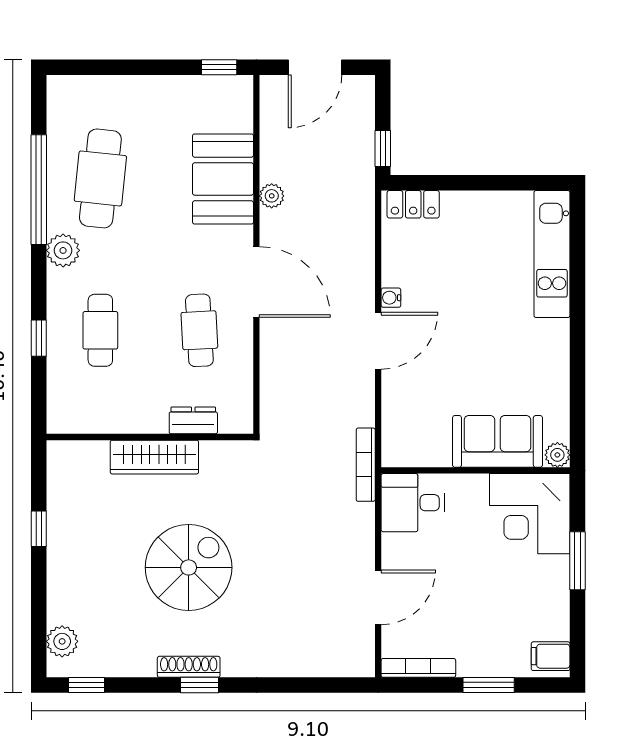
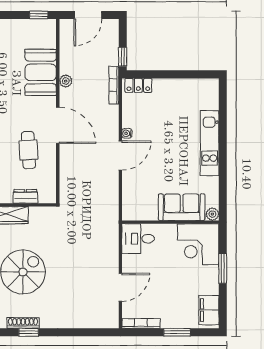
kitchen unit: (552, 254) -> (210, 143), moved
bookcase: (366, 465) -> (114, 85), moved
filing cabinet: (551, 656) -> (209, 310), width x2.00

